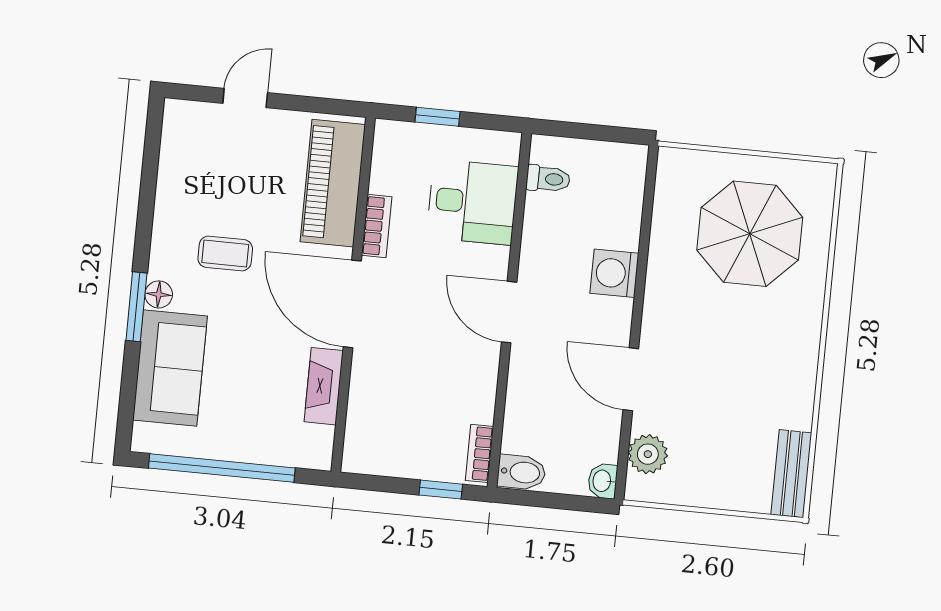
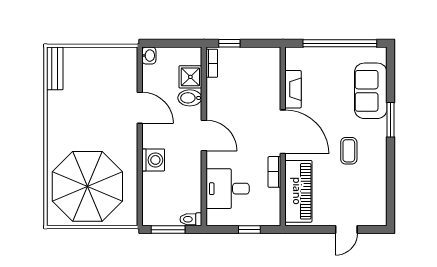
window: (598, 133) -> (168, 230), added
toilet: (548, 179) -> (191, 219), moved
parasol: (750, 234) -> (87, 186), width x1.36, depth x1.36
coffee table: (225, 254) -> (349, 151), turned 90
floor lamp: (159, 294) -> (380, 127), removed
shower: (525, 431) -> (190, 77), added
plant: (648, 454) -> (128, 71), removed
bidet: (522, 472) -> (190, 98), moved

